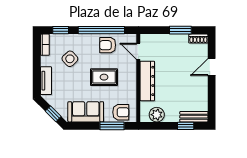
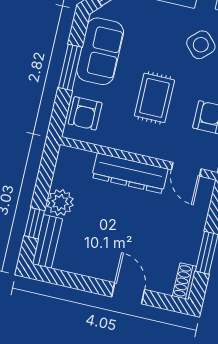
door: (138, 51) -> (186, 169), swing flipped
plant: (157, 115) -> (60, 202), moved
window: (112, 126) -> (70, 67), moved

